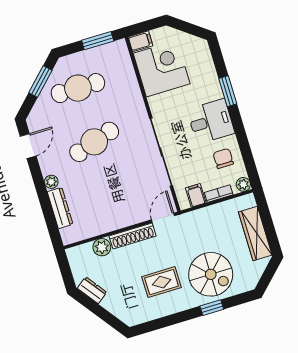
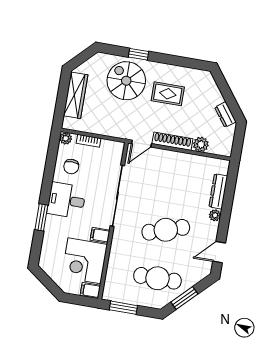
filing cabinet: (196, 195) -> (100, 235), moved, turned 90

